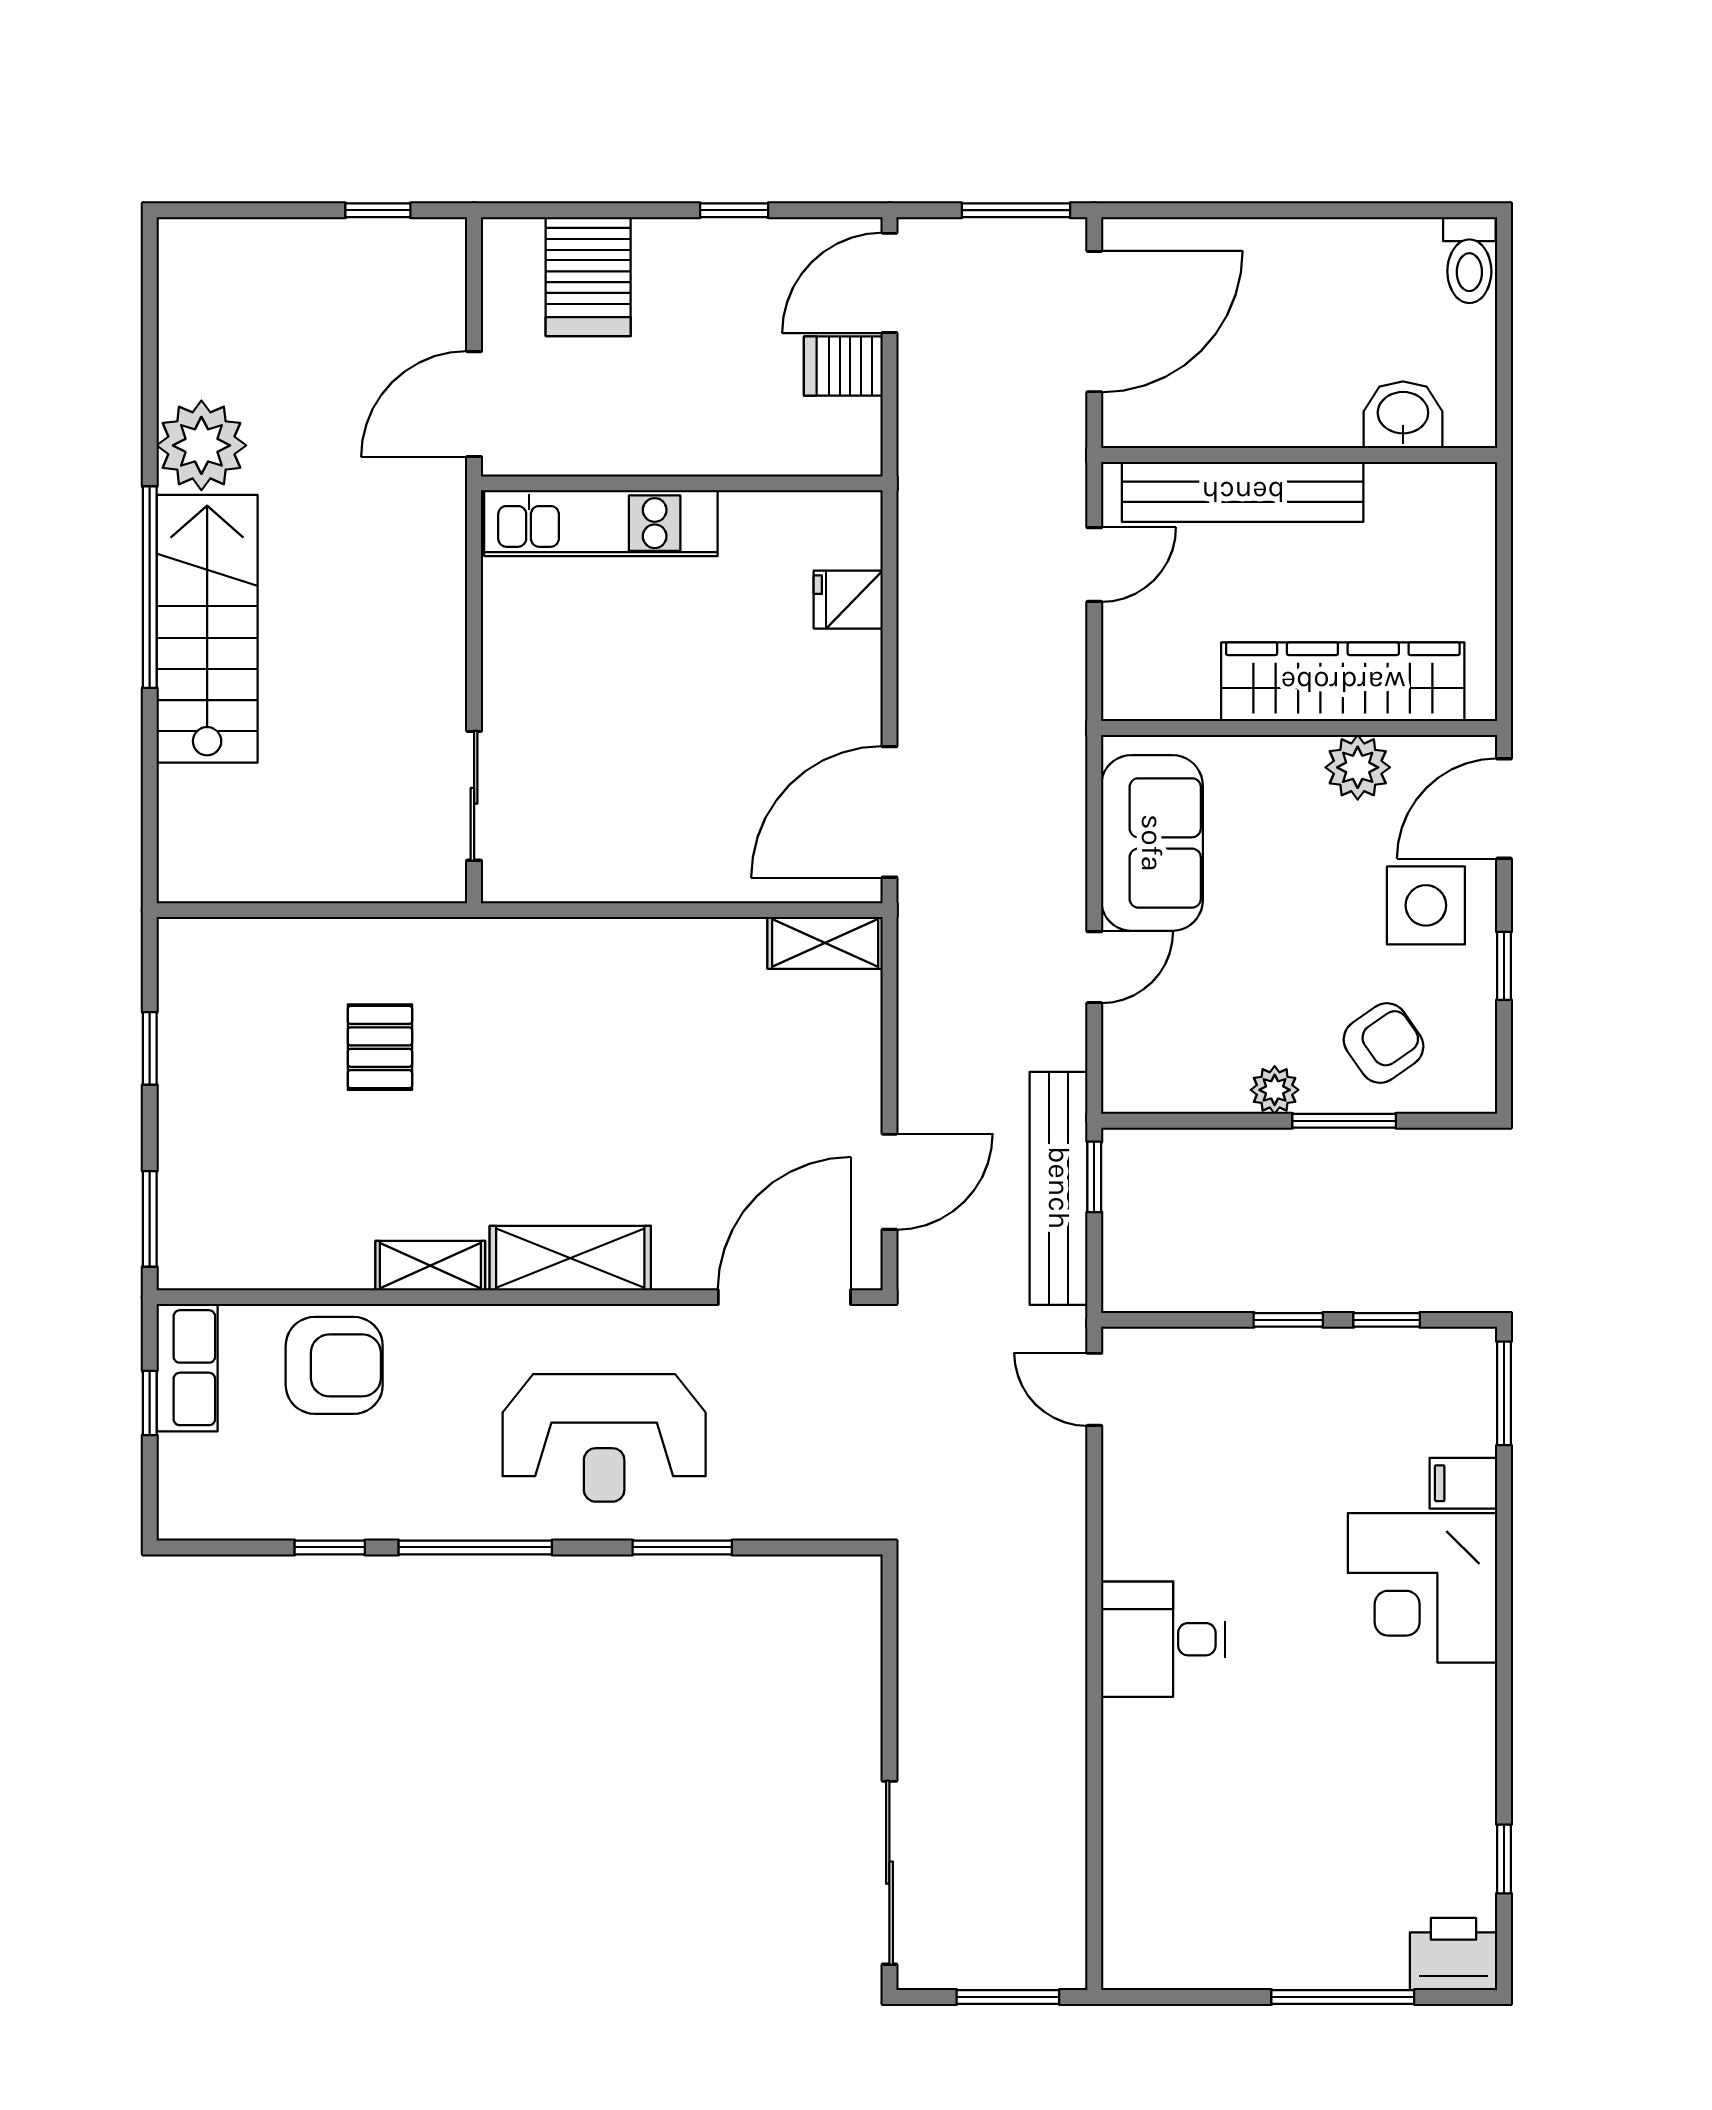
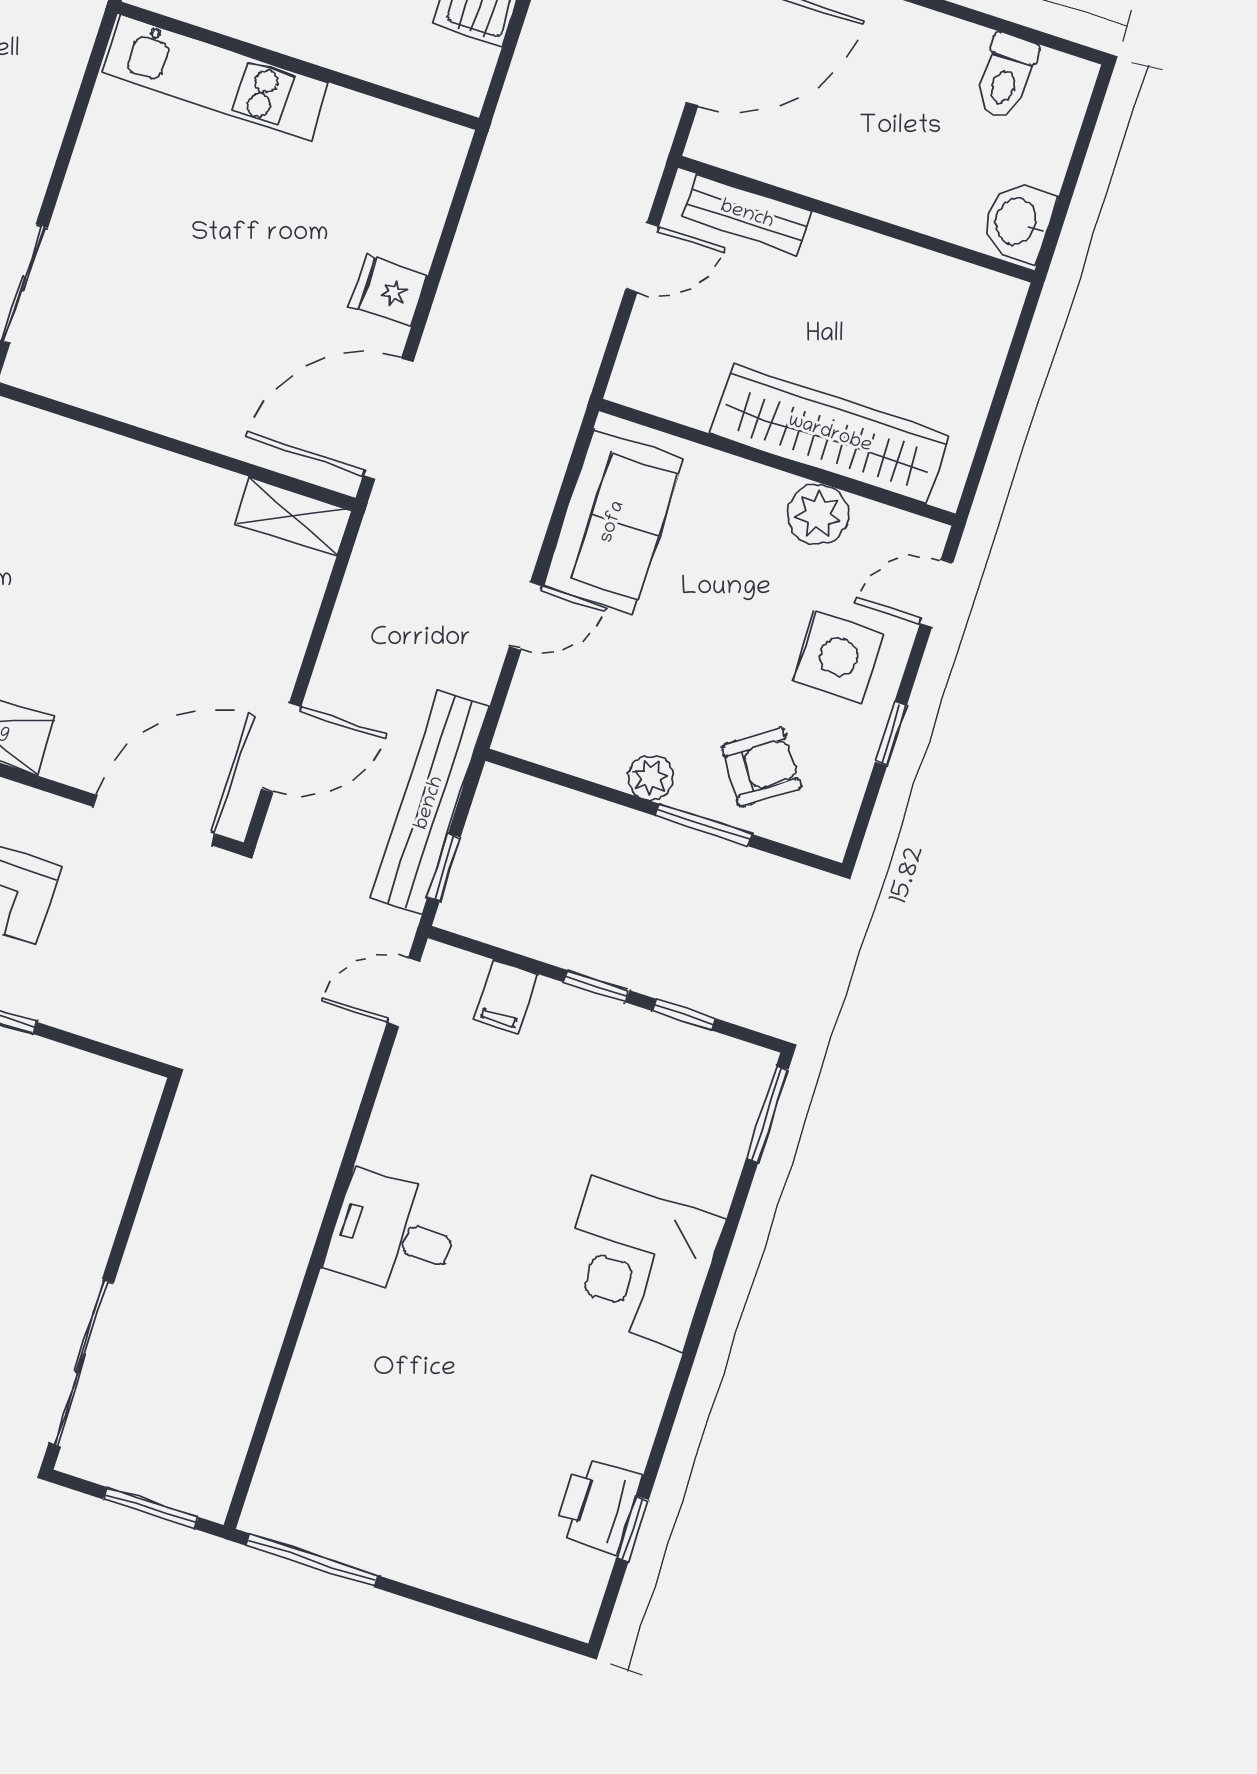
toilet: (1469, 260) -> (1006, 76), moved
washbasin: (1403, 415) -> (1018, 222), moved, turned -90
bench: (1243, 492) -> (747, 215), width x0.54, depth x0.82
fridge: (848, 600) -> (389, 291), moved
door: (1504, 809) -> (936, 593), width x0.73
window: (1094, 1177) -> (444, 867), moved
door: (1094, 1389) -> (404, 992), hinge flipped
filing cabinet: (1463, 1483) -> (506, 997), moved, turned -90
printer: (1454, 1954) -> (598, 1505), moved, turned -90
window: (1343, 1997) -> (312, 1560), moved

